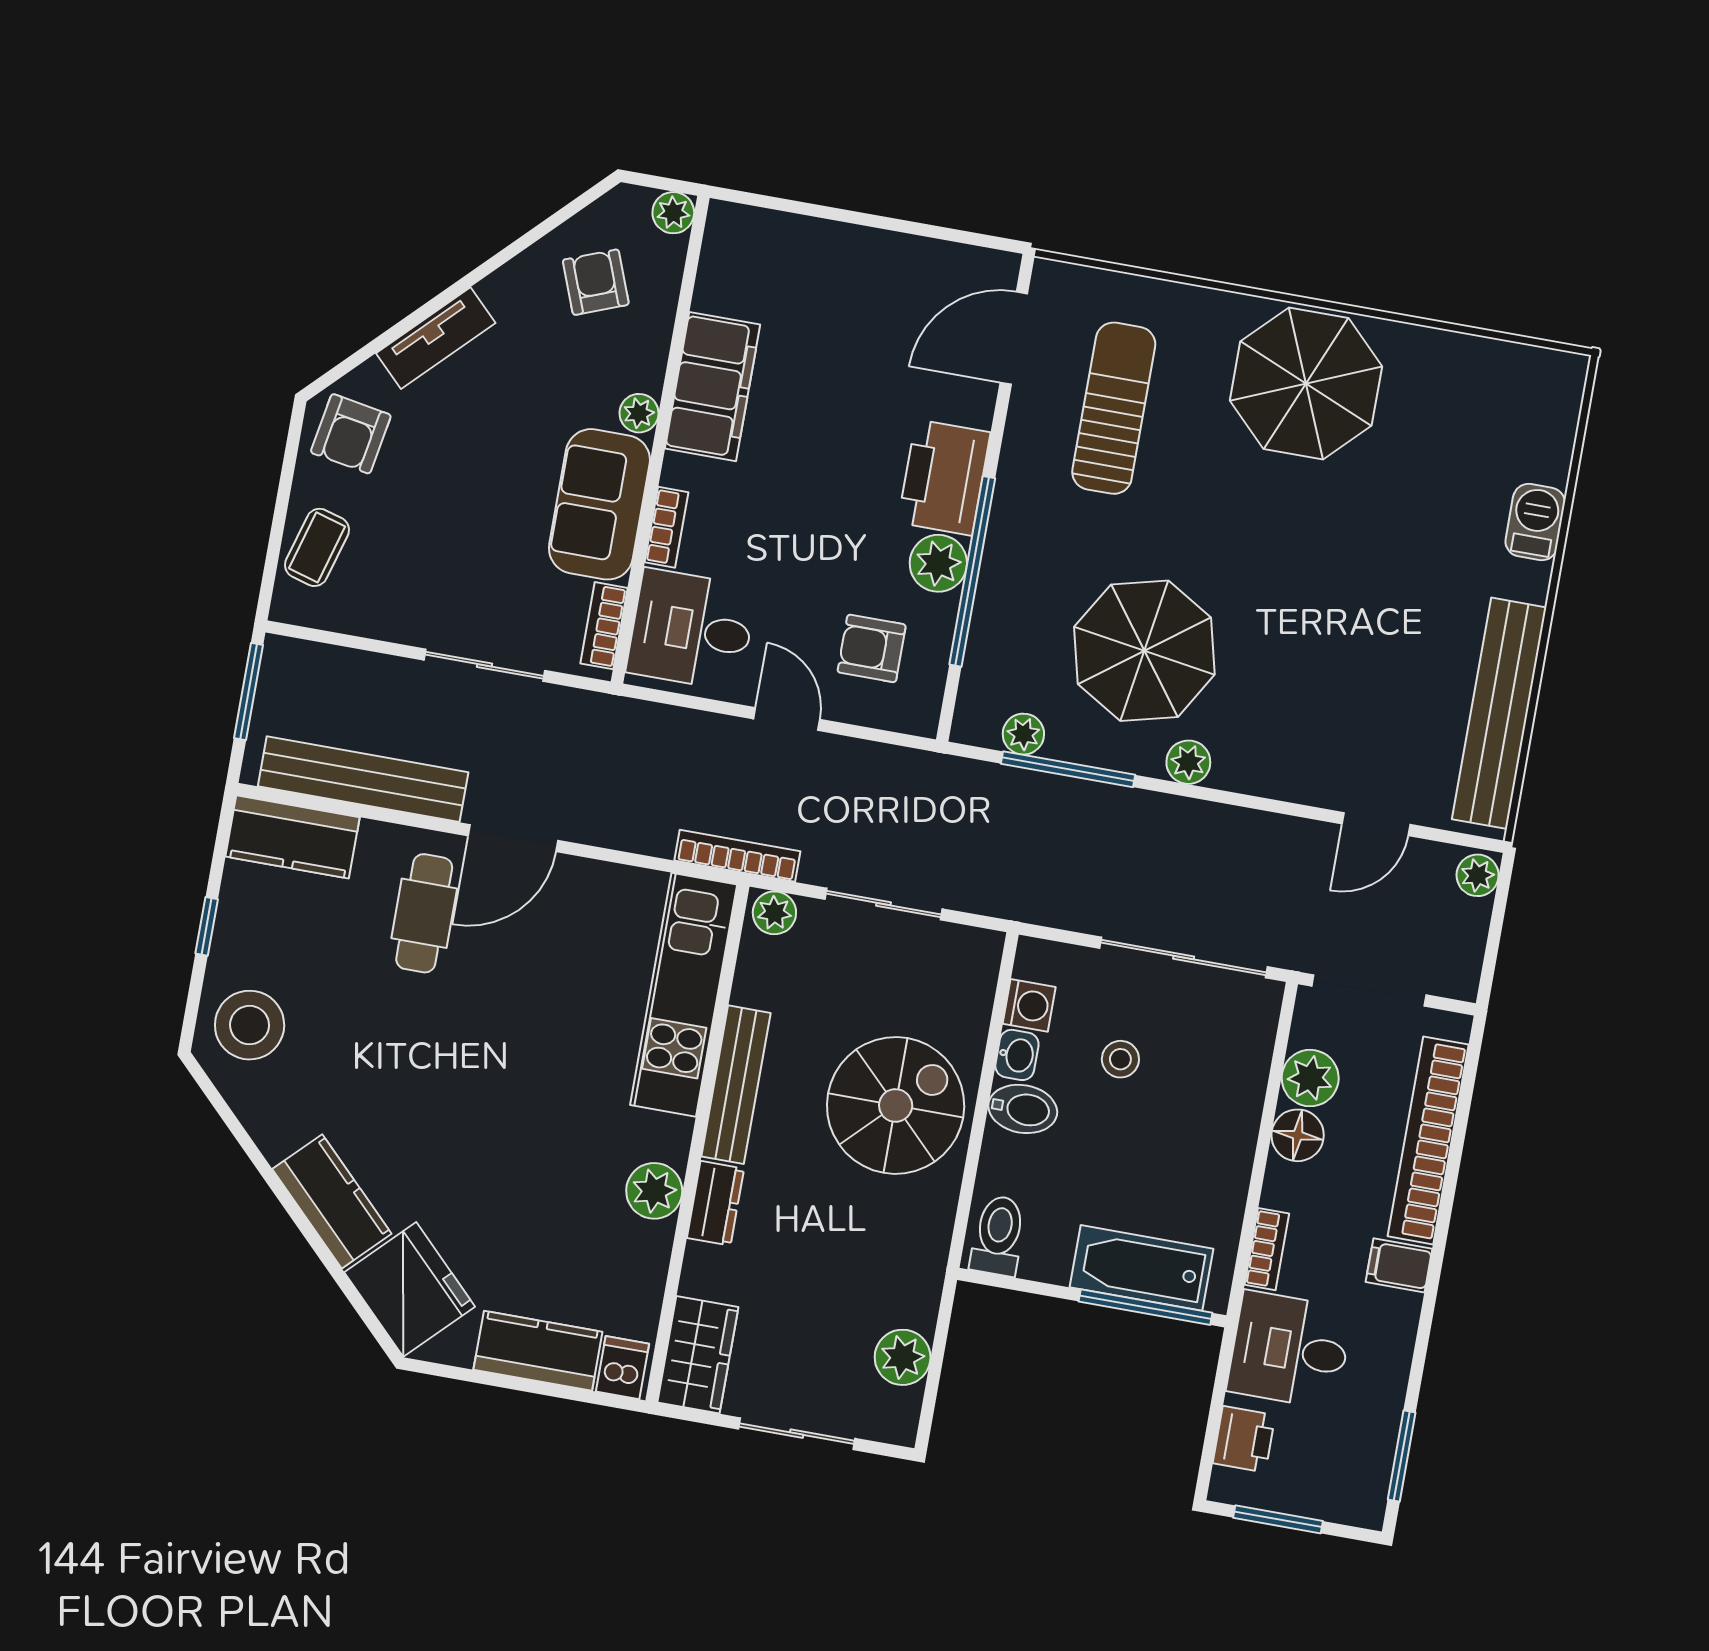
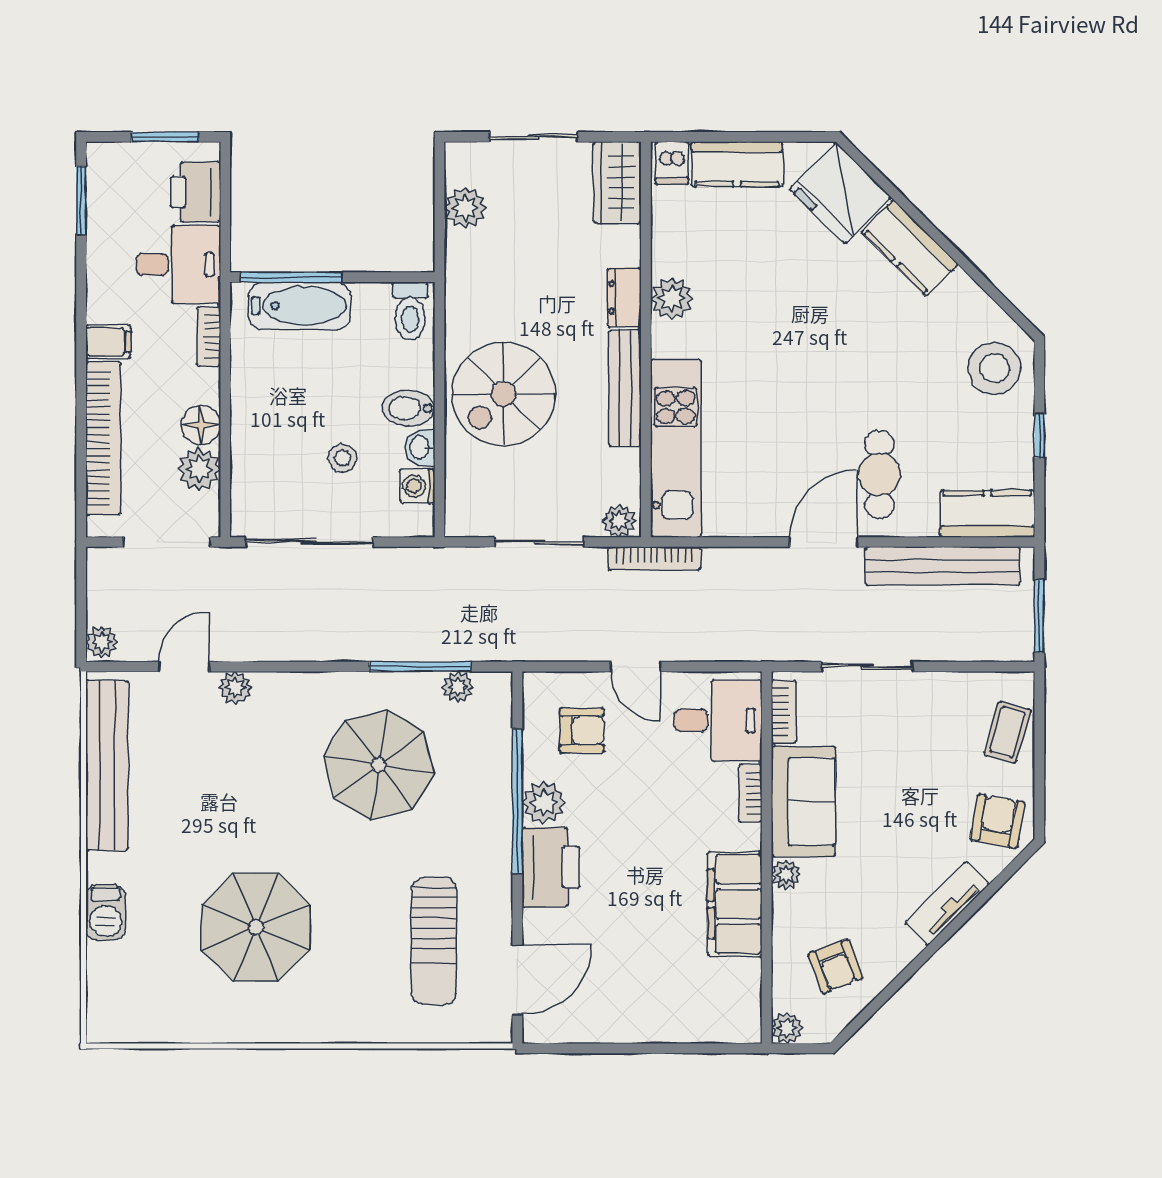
parasol: (1306, 383) -> (256, 927), moved
plant: (1188, 762) -> (235, 688), moved
printer: (1244, 1439) -> (196, 192), width x1.36, depth x1.24

